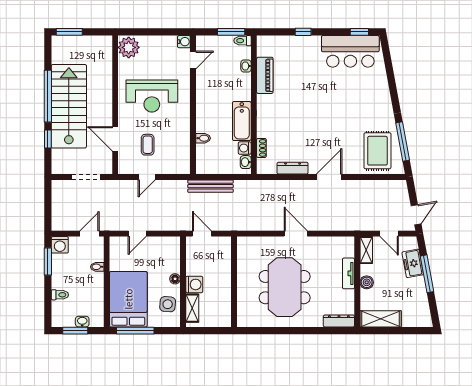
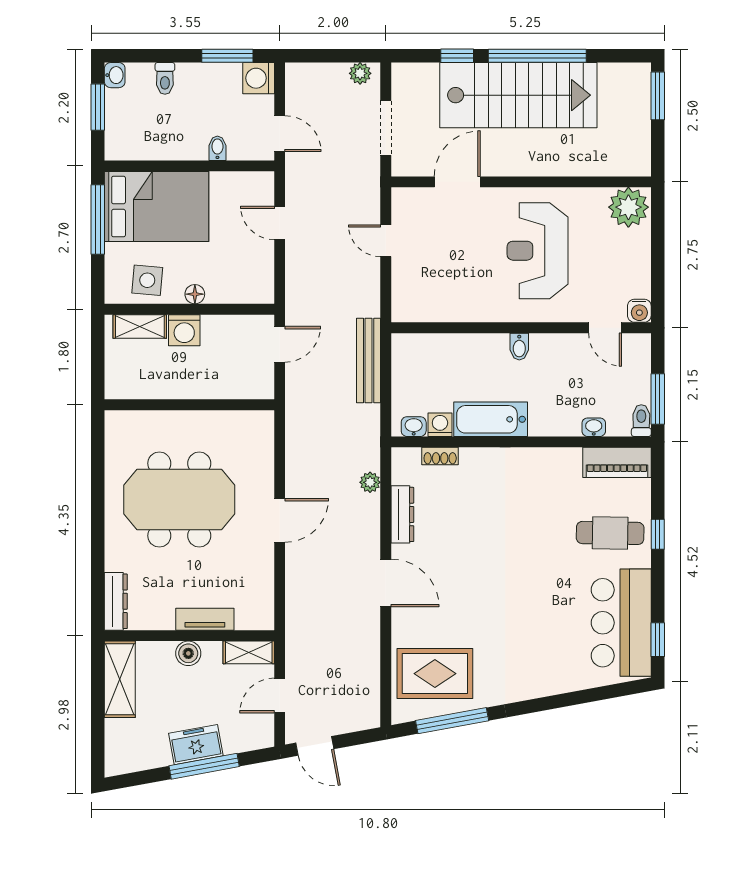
cafe table: (302, 57) -> (610, 533), added
piano: (265, 75) -> (617, 462), moved
bidet: (203, 138) -> (519, 347), moved
coffee table: (148, 145) -> (446, 243), removed
plant: (275, 185) -> (370, 482), added
plant: (57, 191) -> (360, 73), added
freezer: (413, 263) -> (196, 745), moved
washbasin: (82, 322) -> (115, 75), moved

